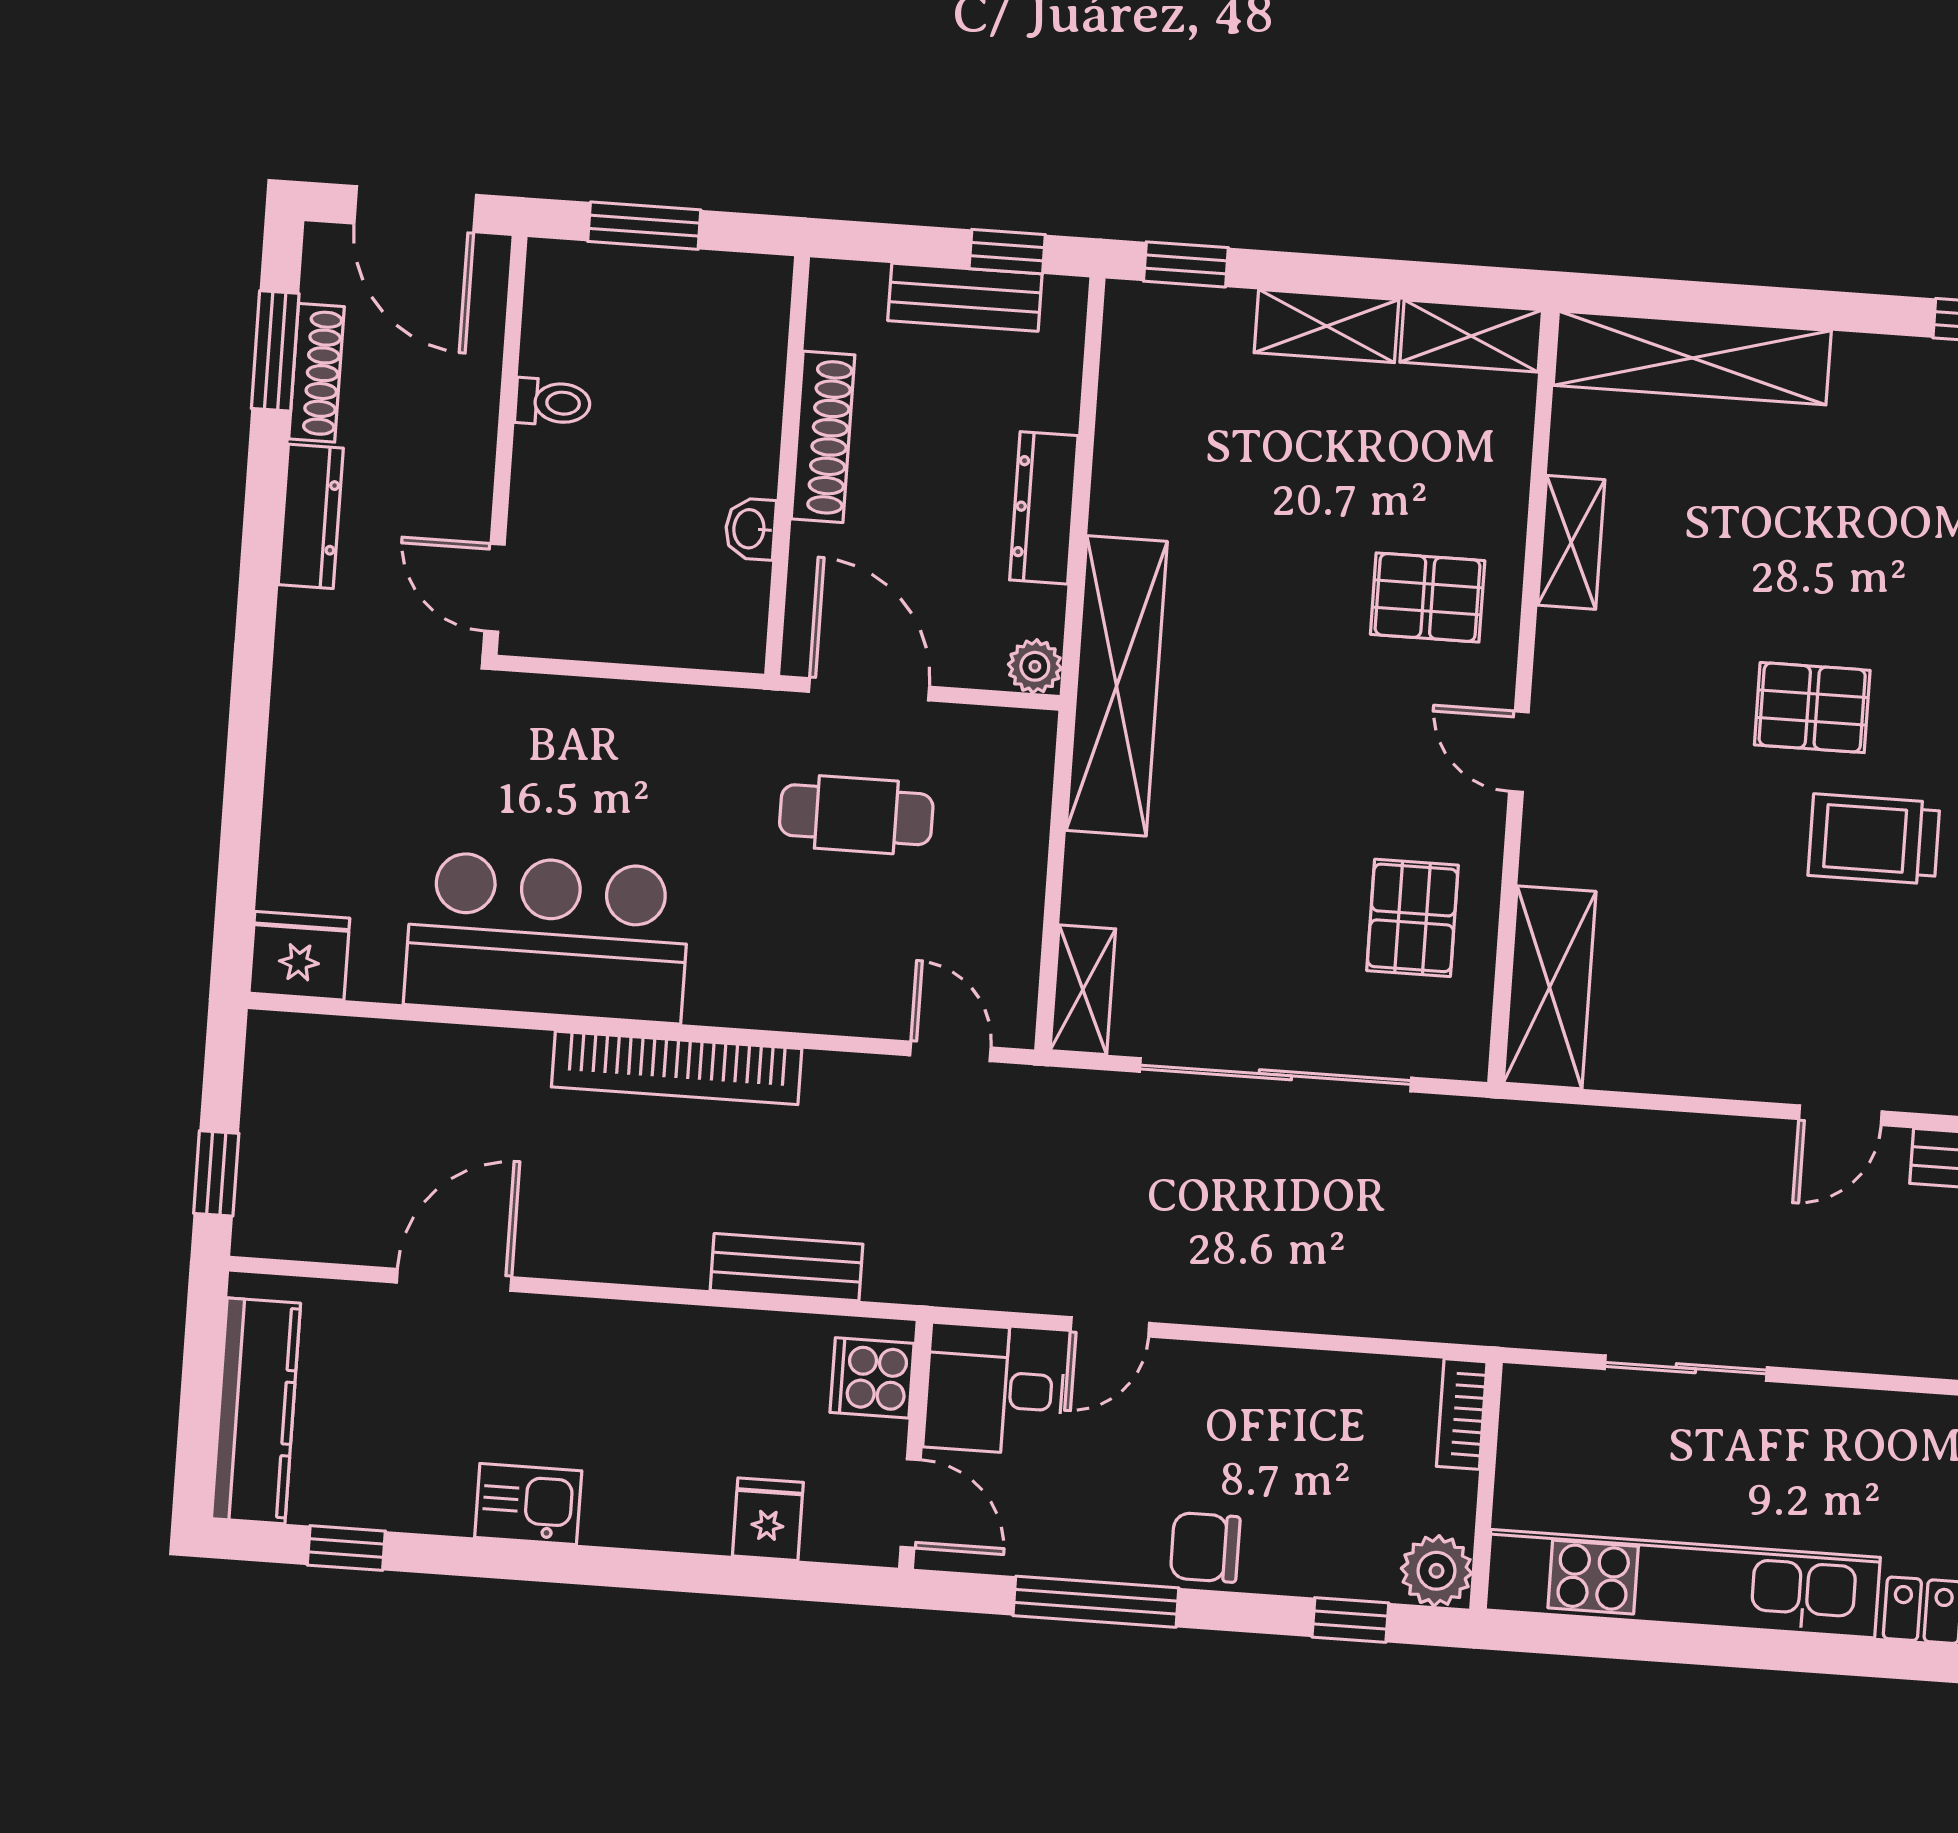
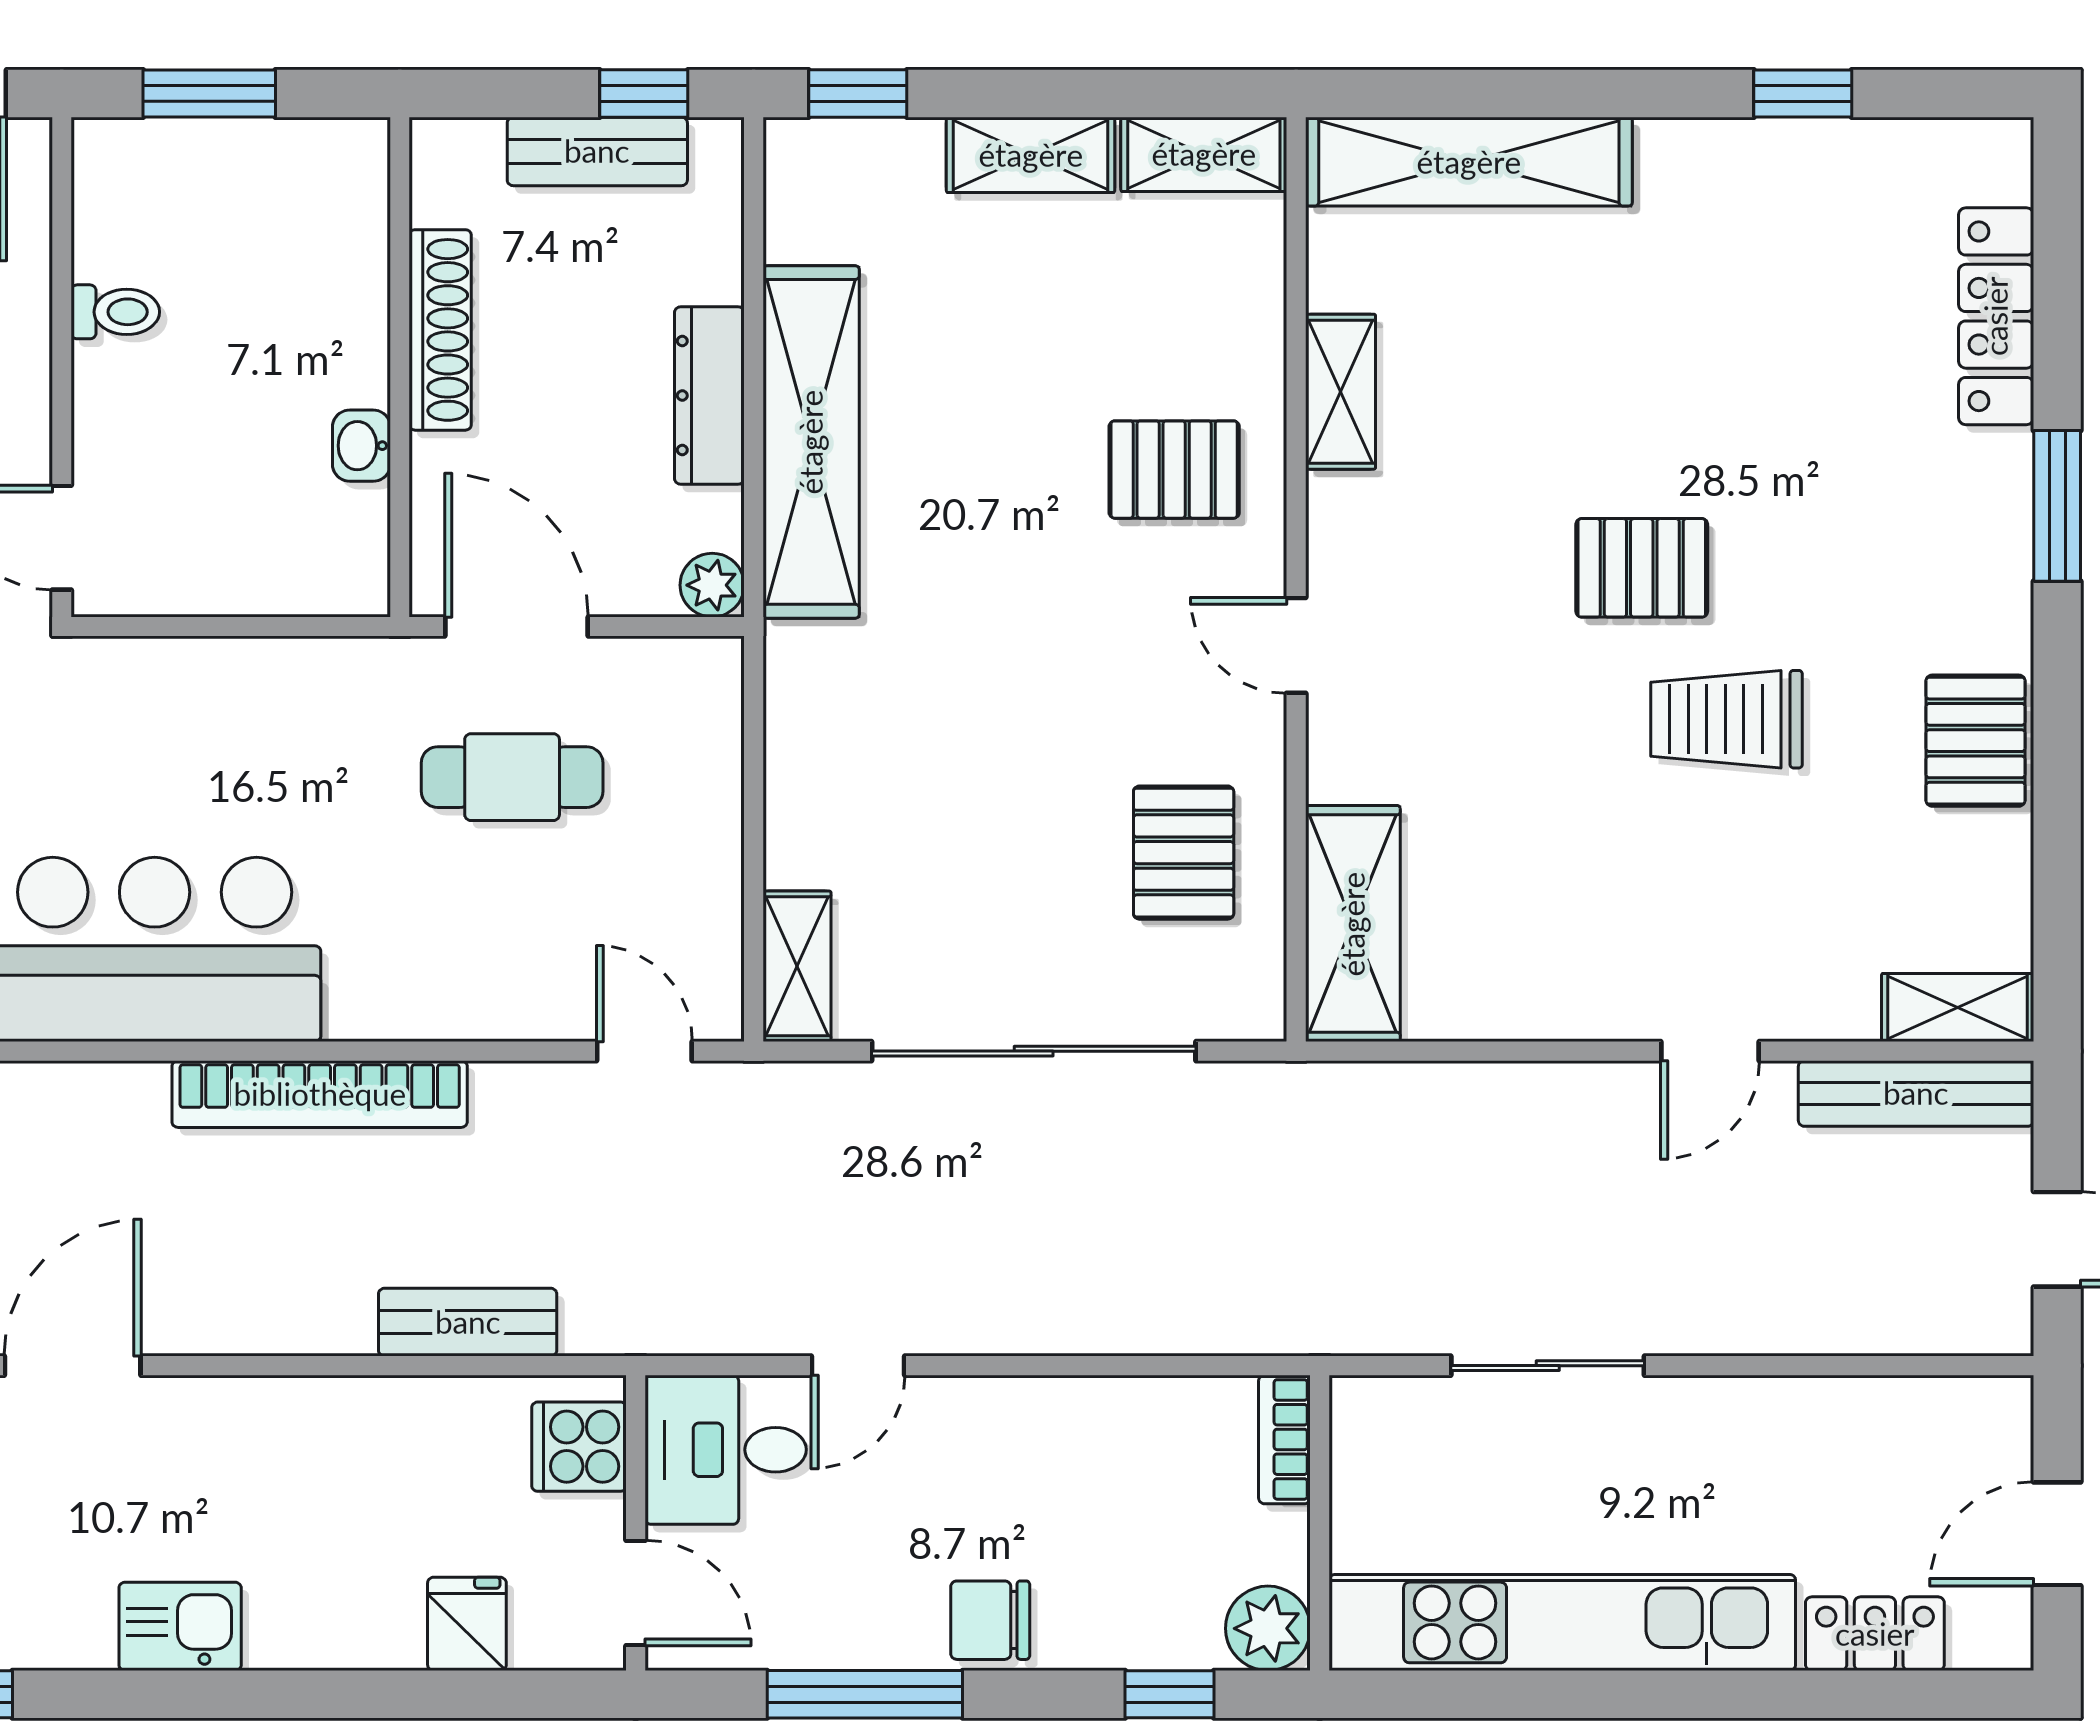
shelving: (1117, 686) -> (811, 442), moved

